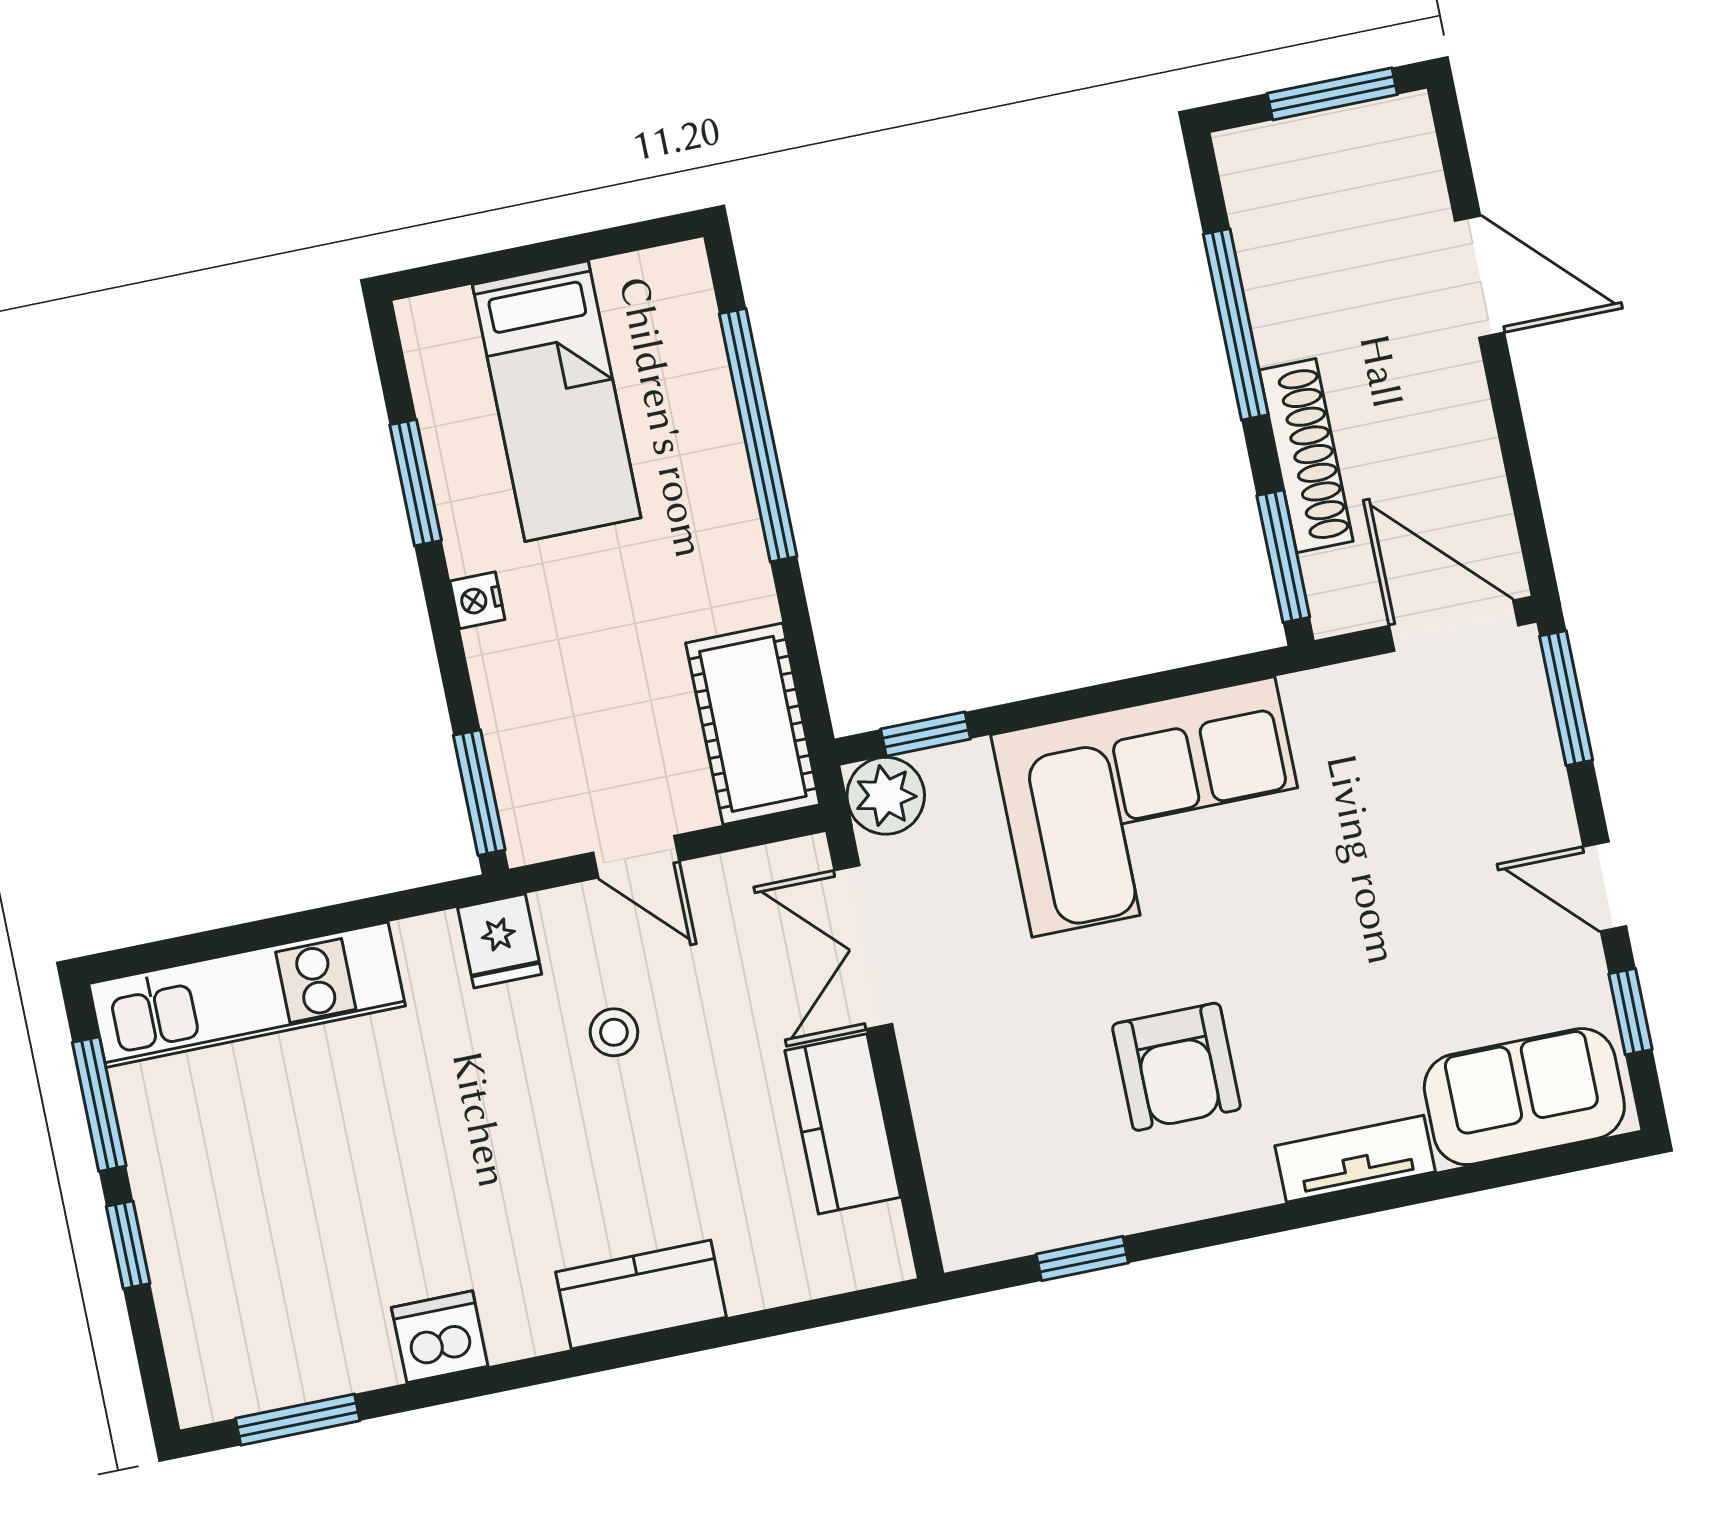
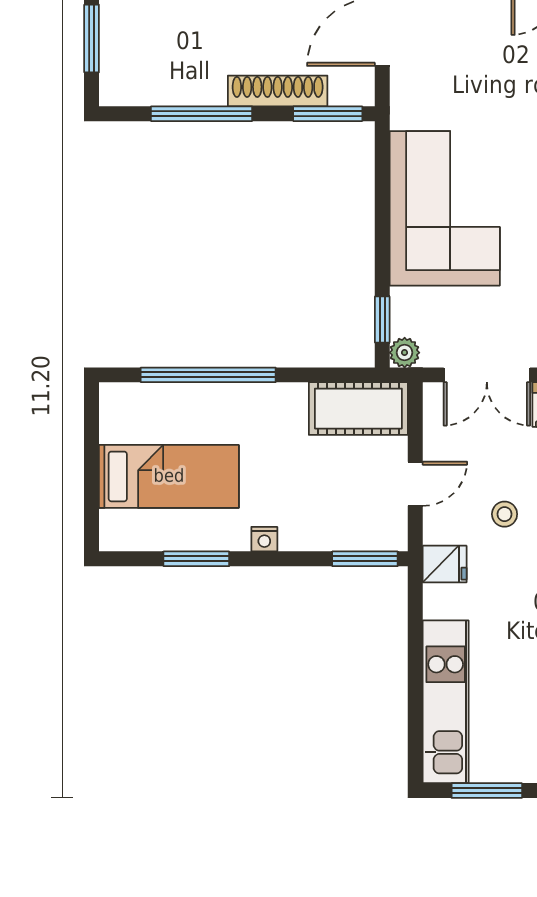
plant: (886, 796) -> (405, 353), width x0.73, depth x0.73

